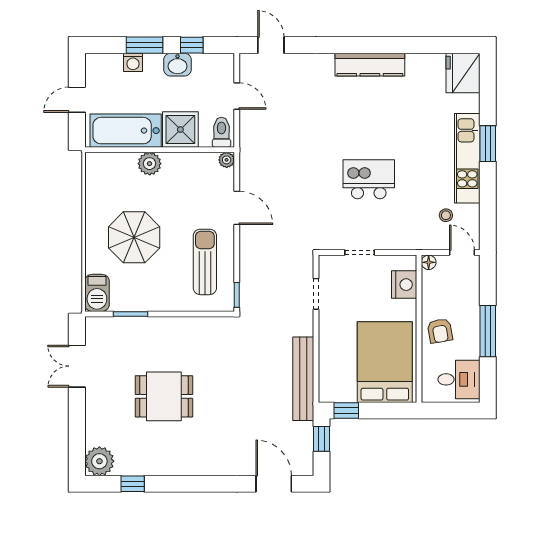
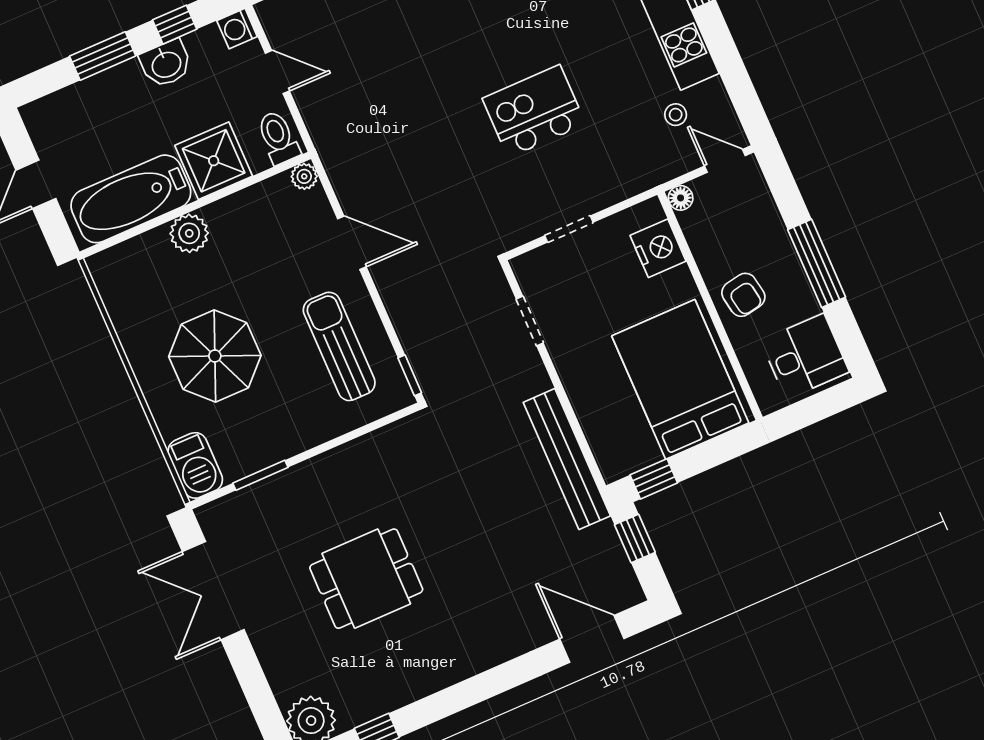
washing machine: (133, 62) -> (237, 29), moved, turned 90
double door: (77, 366) -> (213, 591), width x1.37

